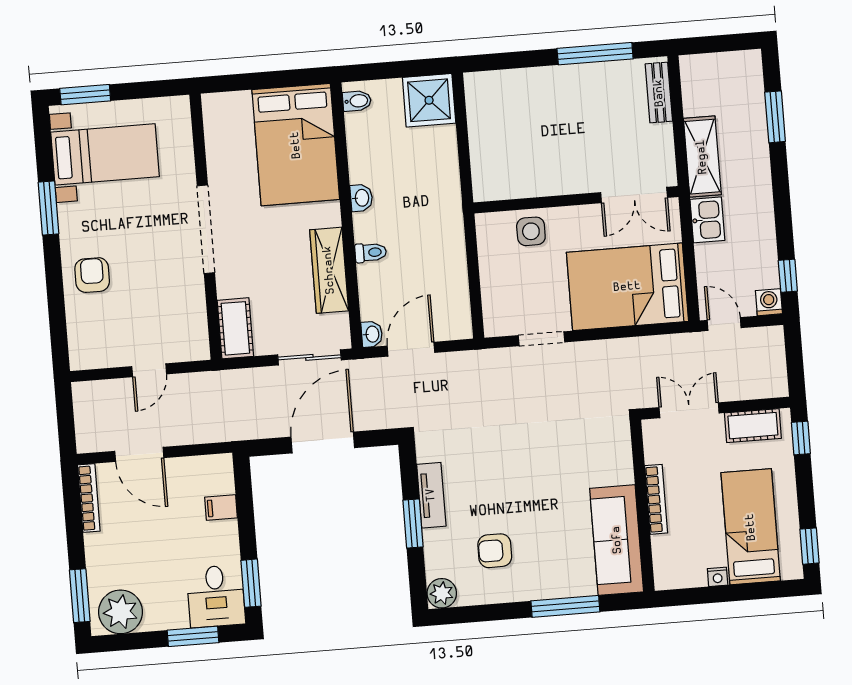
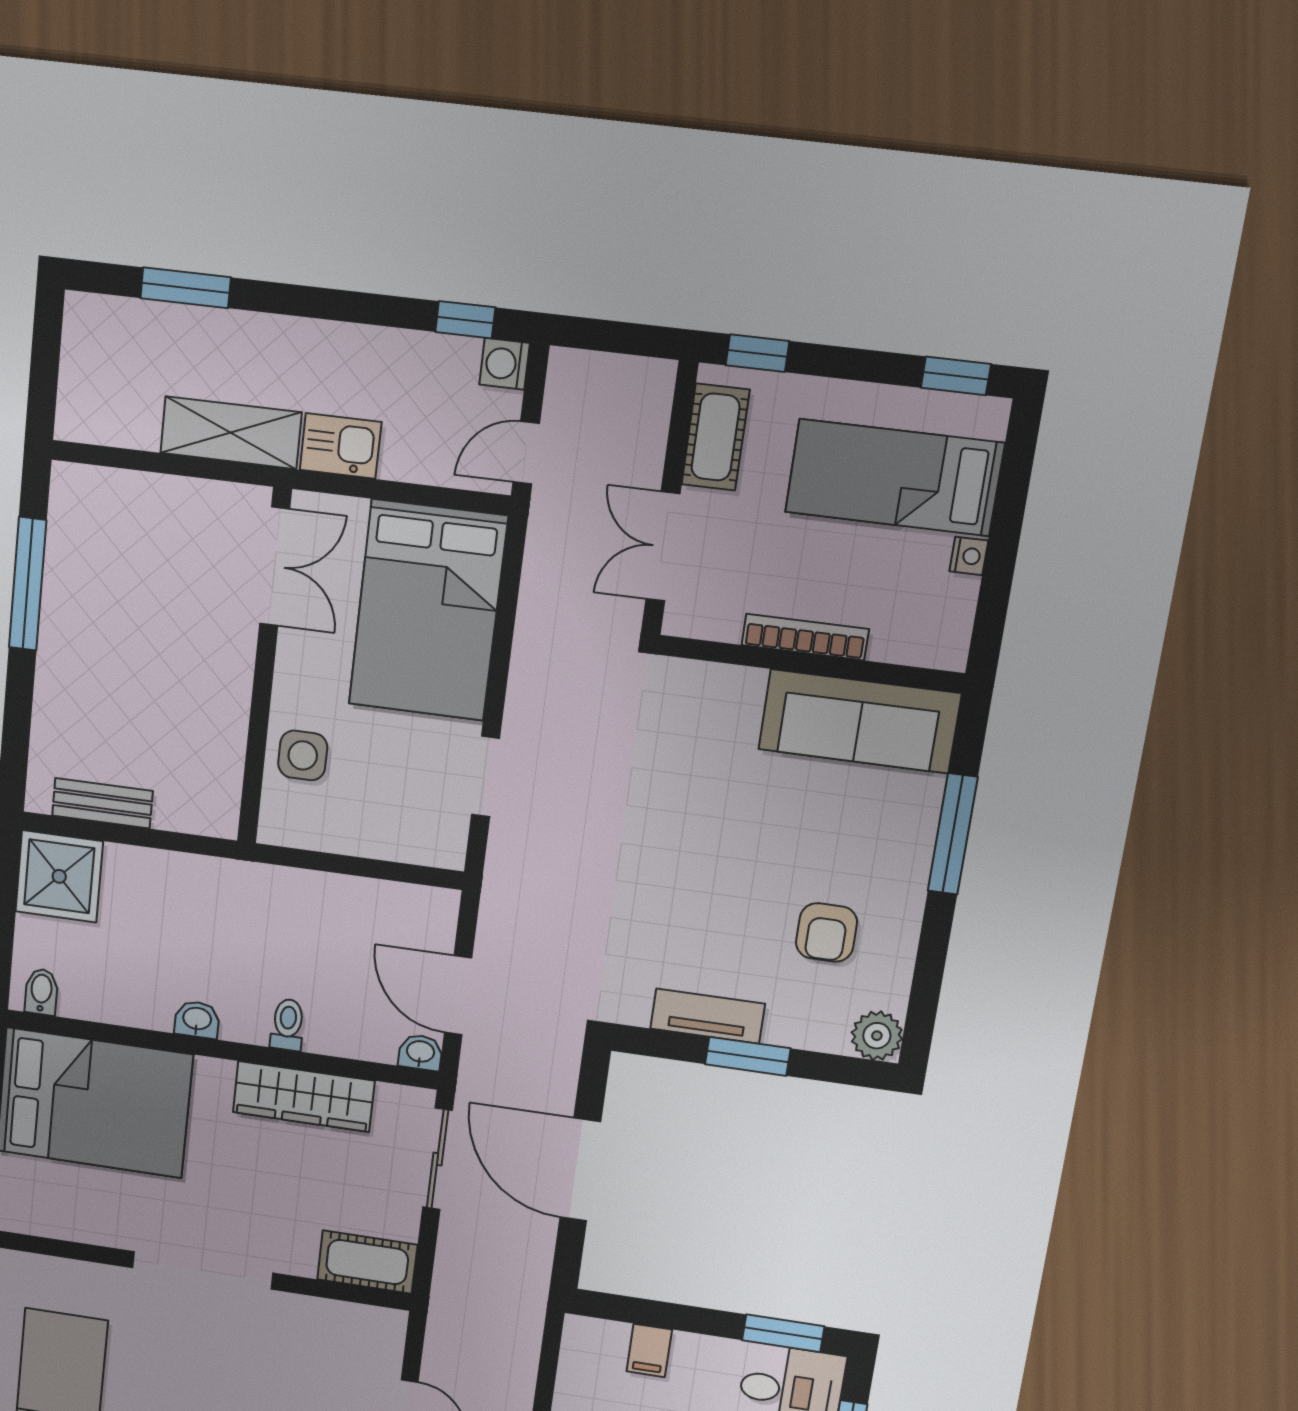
bench: (659, 93) -> (102, 803), moved

